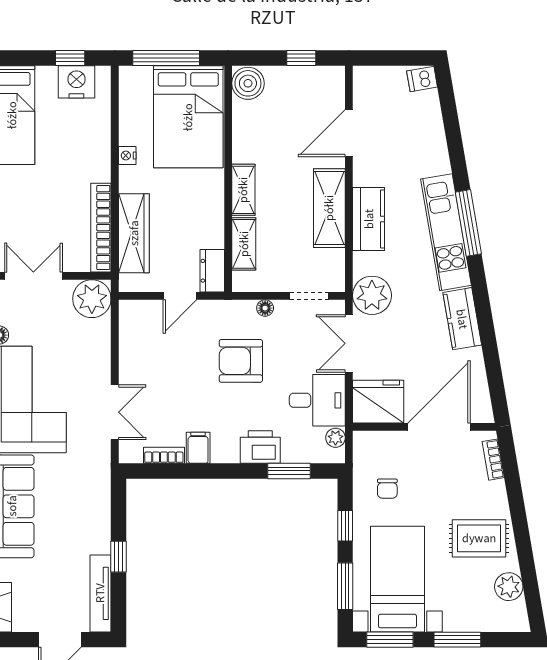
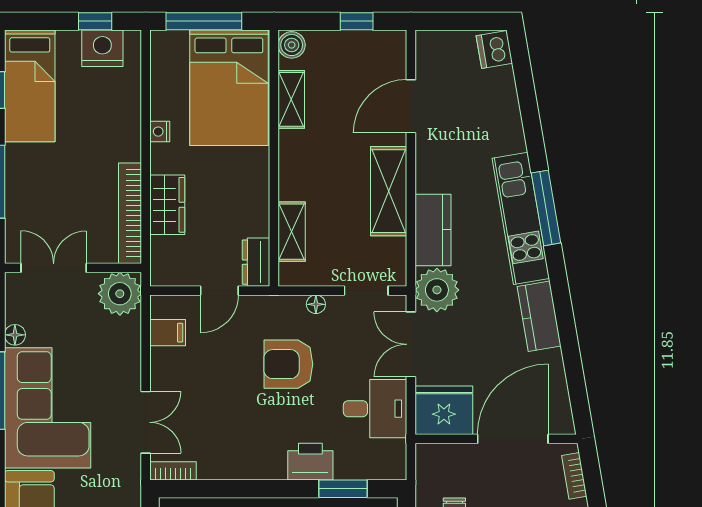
dishwasher: (422, 79) -> (494, 49), width x1.38
boiler: (248, 83) -> (292, 45), width x0.73, depth x0.73
shelving: (243, 190) -> (291, 99), moved
kitchen counter: (369, 219) -> (433, 230), moved
wardrobe: (134, 233) -> (167, 205), width x0.67
plant: (335, 438) -> (396, 451), removed
filing cabinet: (198, 448) -> (168, 333), moved, turned 90
bookcase: (164, 455) -> (173, 471), moved

